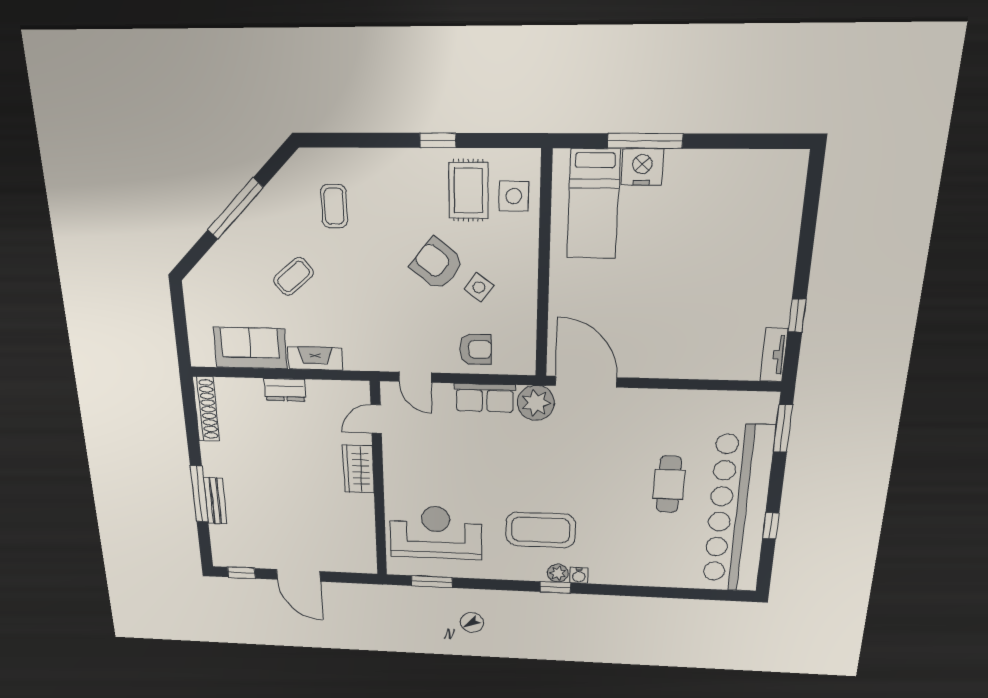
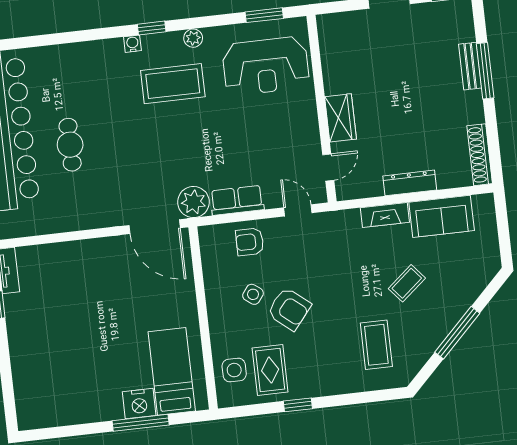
coffee table: (334, 206) -> (376, 345), width x1.36, depth x1.30
dresser: (285, 390) -> (410, 183), width x1.44
plant: (558, 573) -> (193, 38), moved

